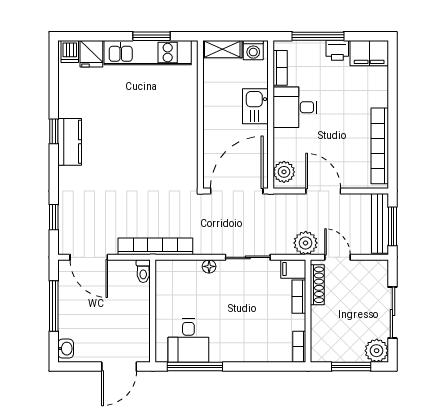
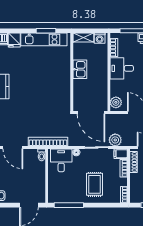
kitchen sink: (255, 106) -> (80, 69), moved, turned 180
door: (237, 191) -> (91, 113), swing flipped
plant: (306, 243) -> (115, 140), moved
rug: (243, 327) -> (94, 184), added
desk: (188, 341) -> (61, 160), moved, turned 180

